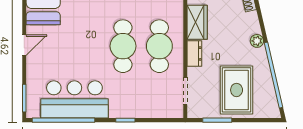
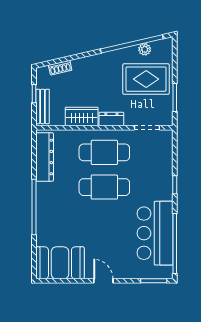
plant: (257, 41) -> (145, 49), moved

